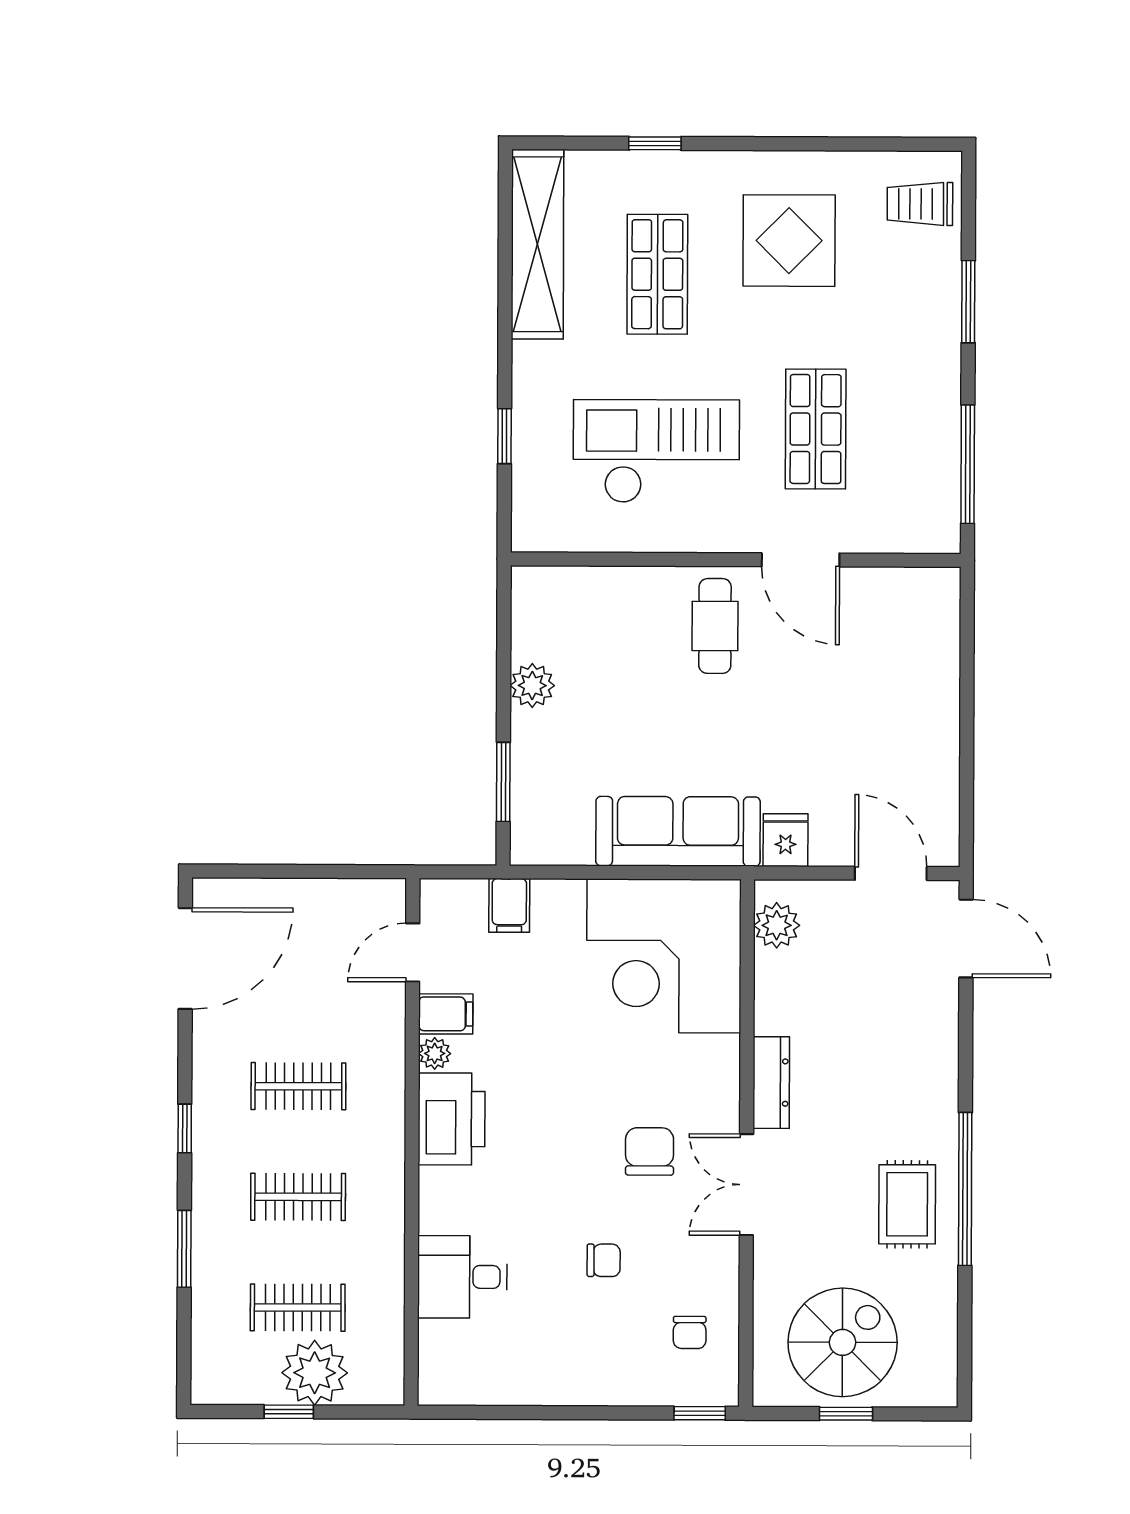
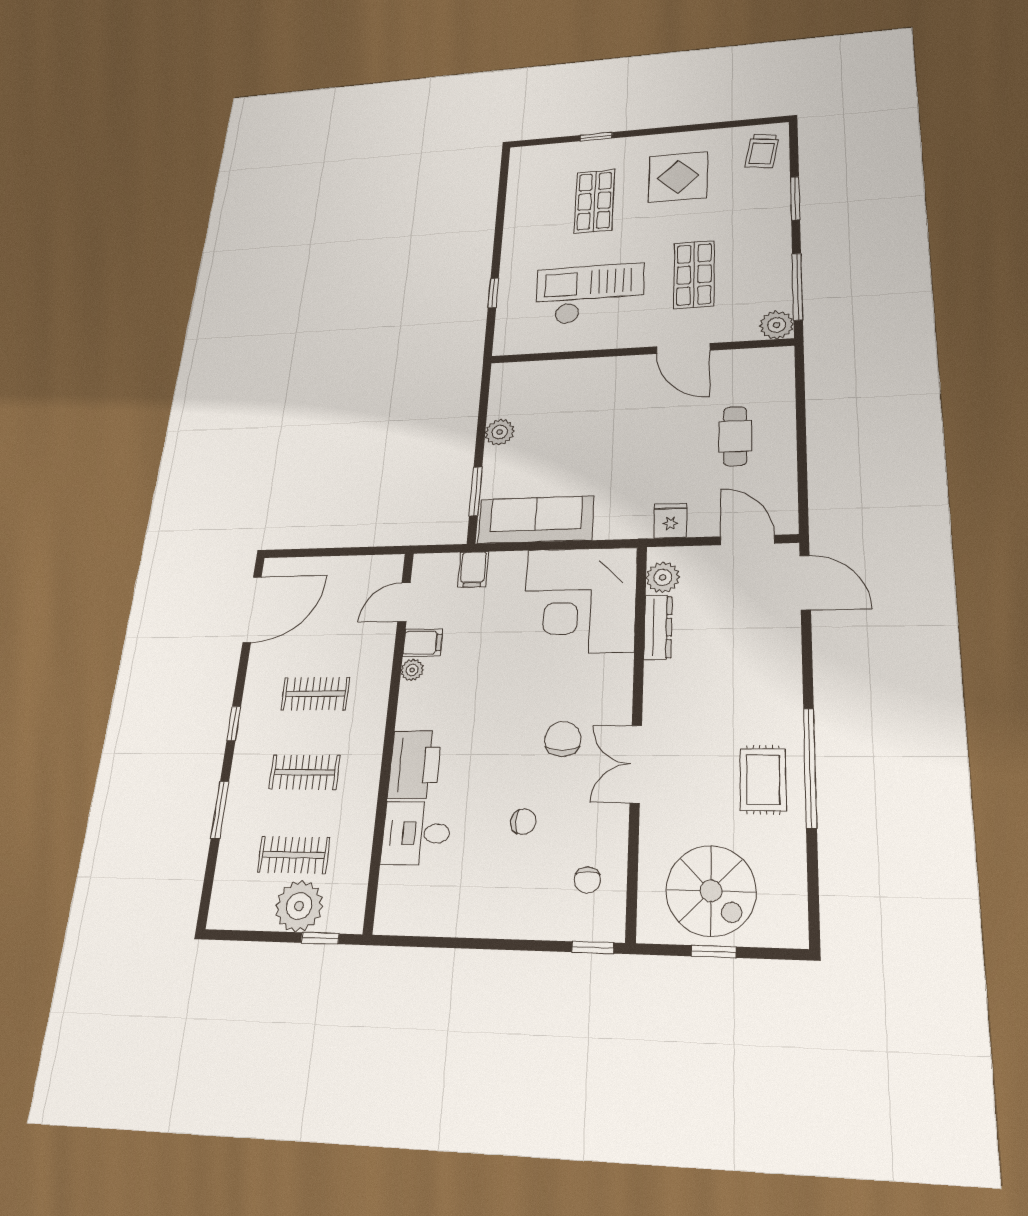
trolley: (920, 204) -> (762, 151), turned -81
shelving: (537, 244) -> (522, 192), removed
plant: (936, 529) -> (777, 325), added
cafe table: (715, 626) -> (735, 436), moved
sofa: (678, 831) -> (536, 520), moved
dresser: (771, 1083) -> (658, 627), moved
printer: (452, 1119) -> (415, 765), moved
spiral stairs: (843, 1342) -> (711, 891), turned 90
window: (289, 1412) -> (320, 938), moved

